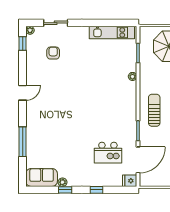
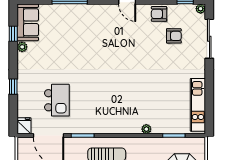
sliding door: (56, 23) -> (209, 39), width x1.37
armchair: (34, 66) -> (159, 14), added
kitchen island: (108, 153) -> (57, 100), turned 180
window: (65, 190) -> (13, 34), moved

